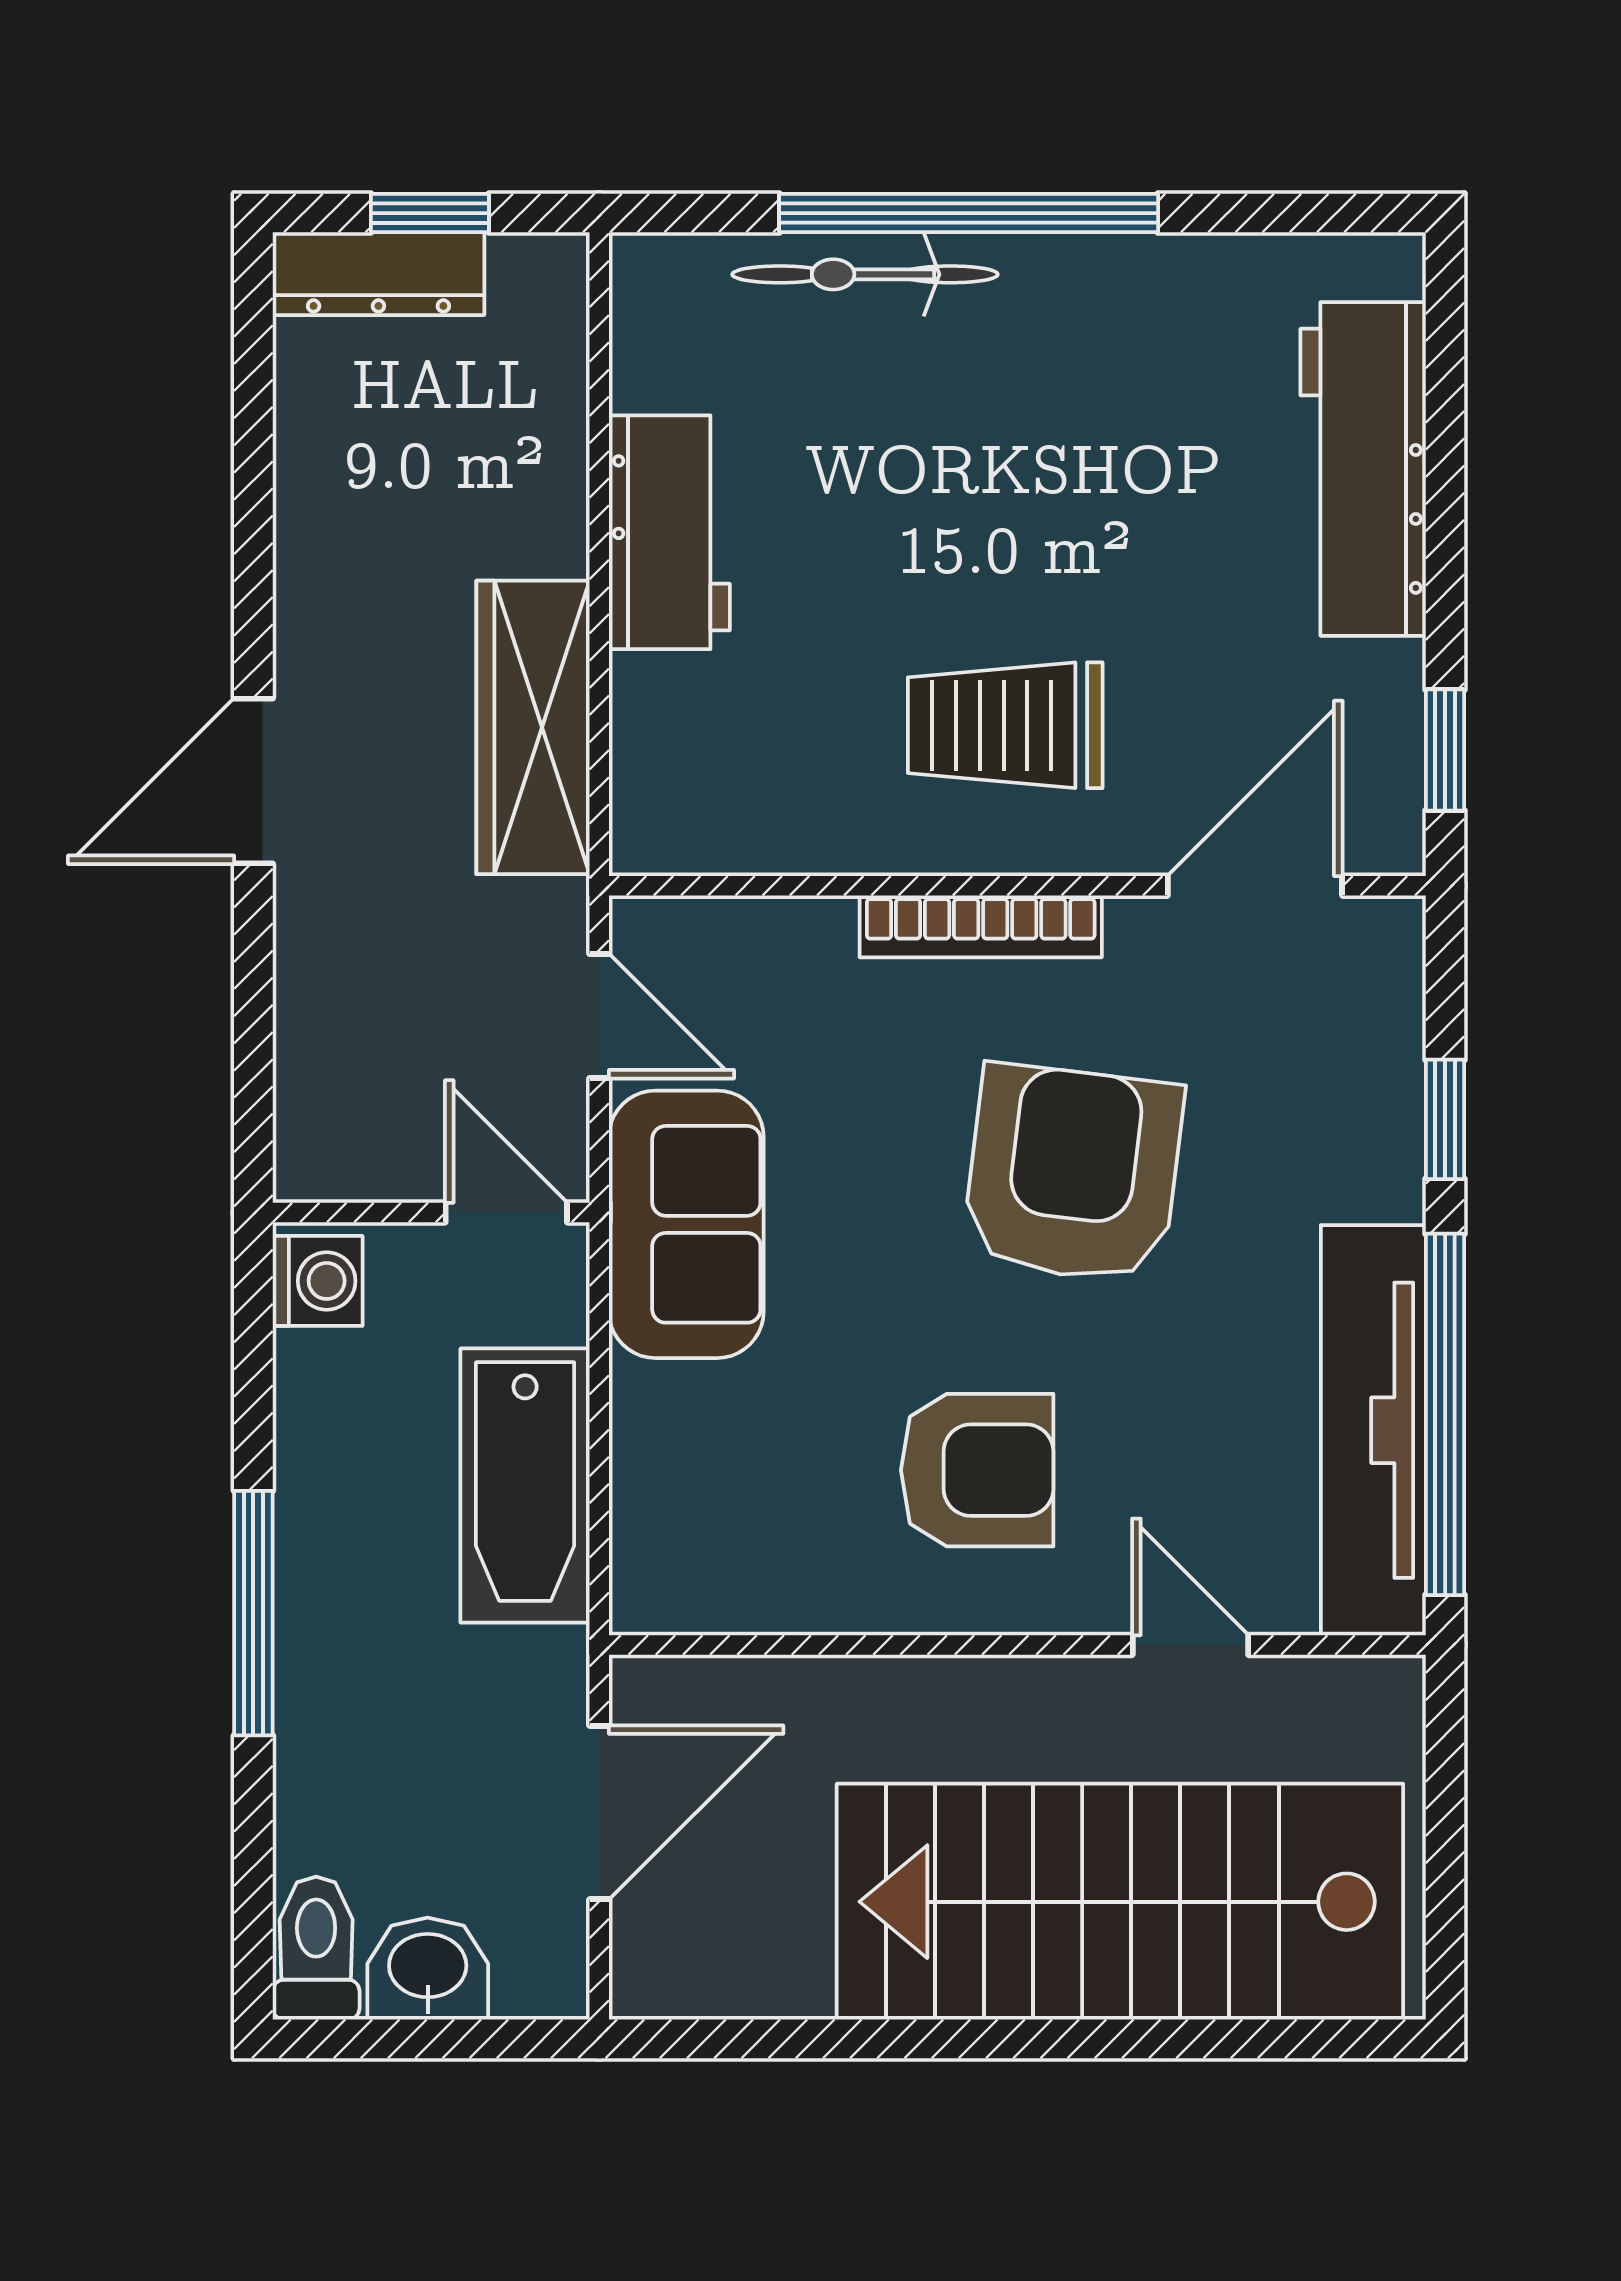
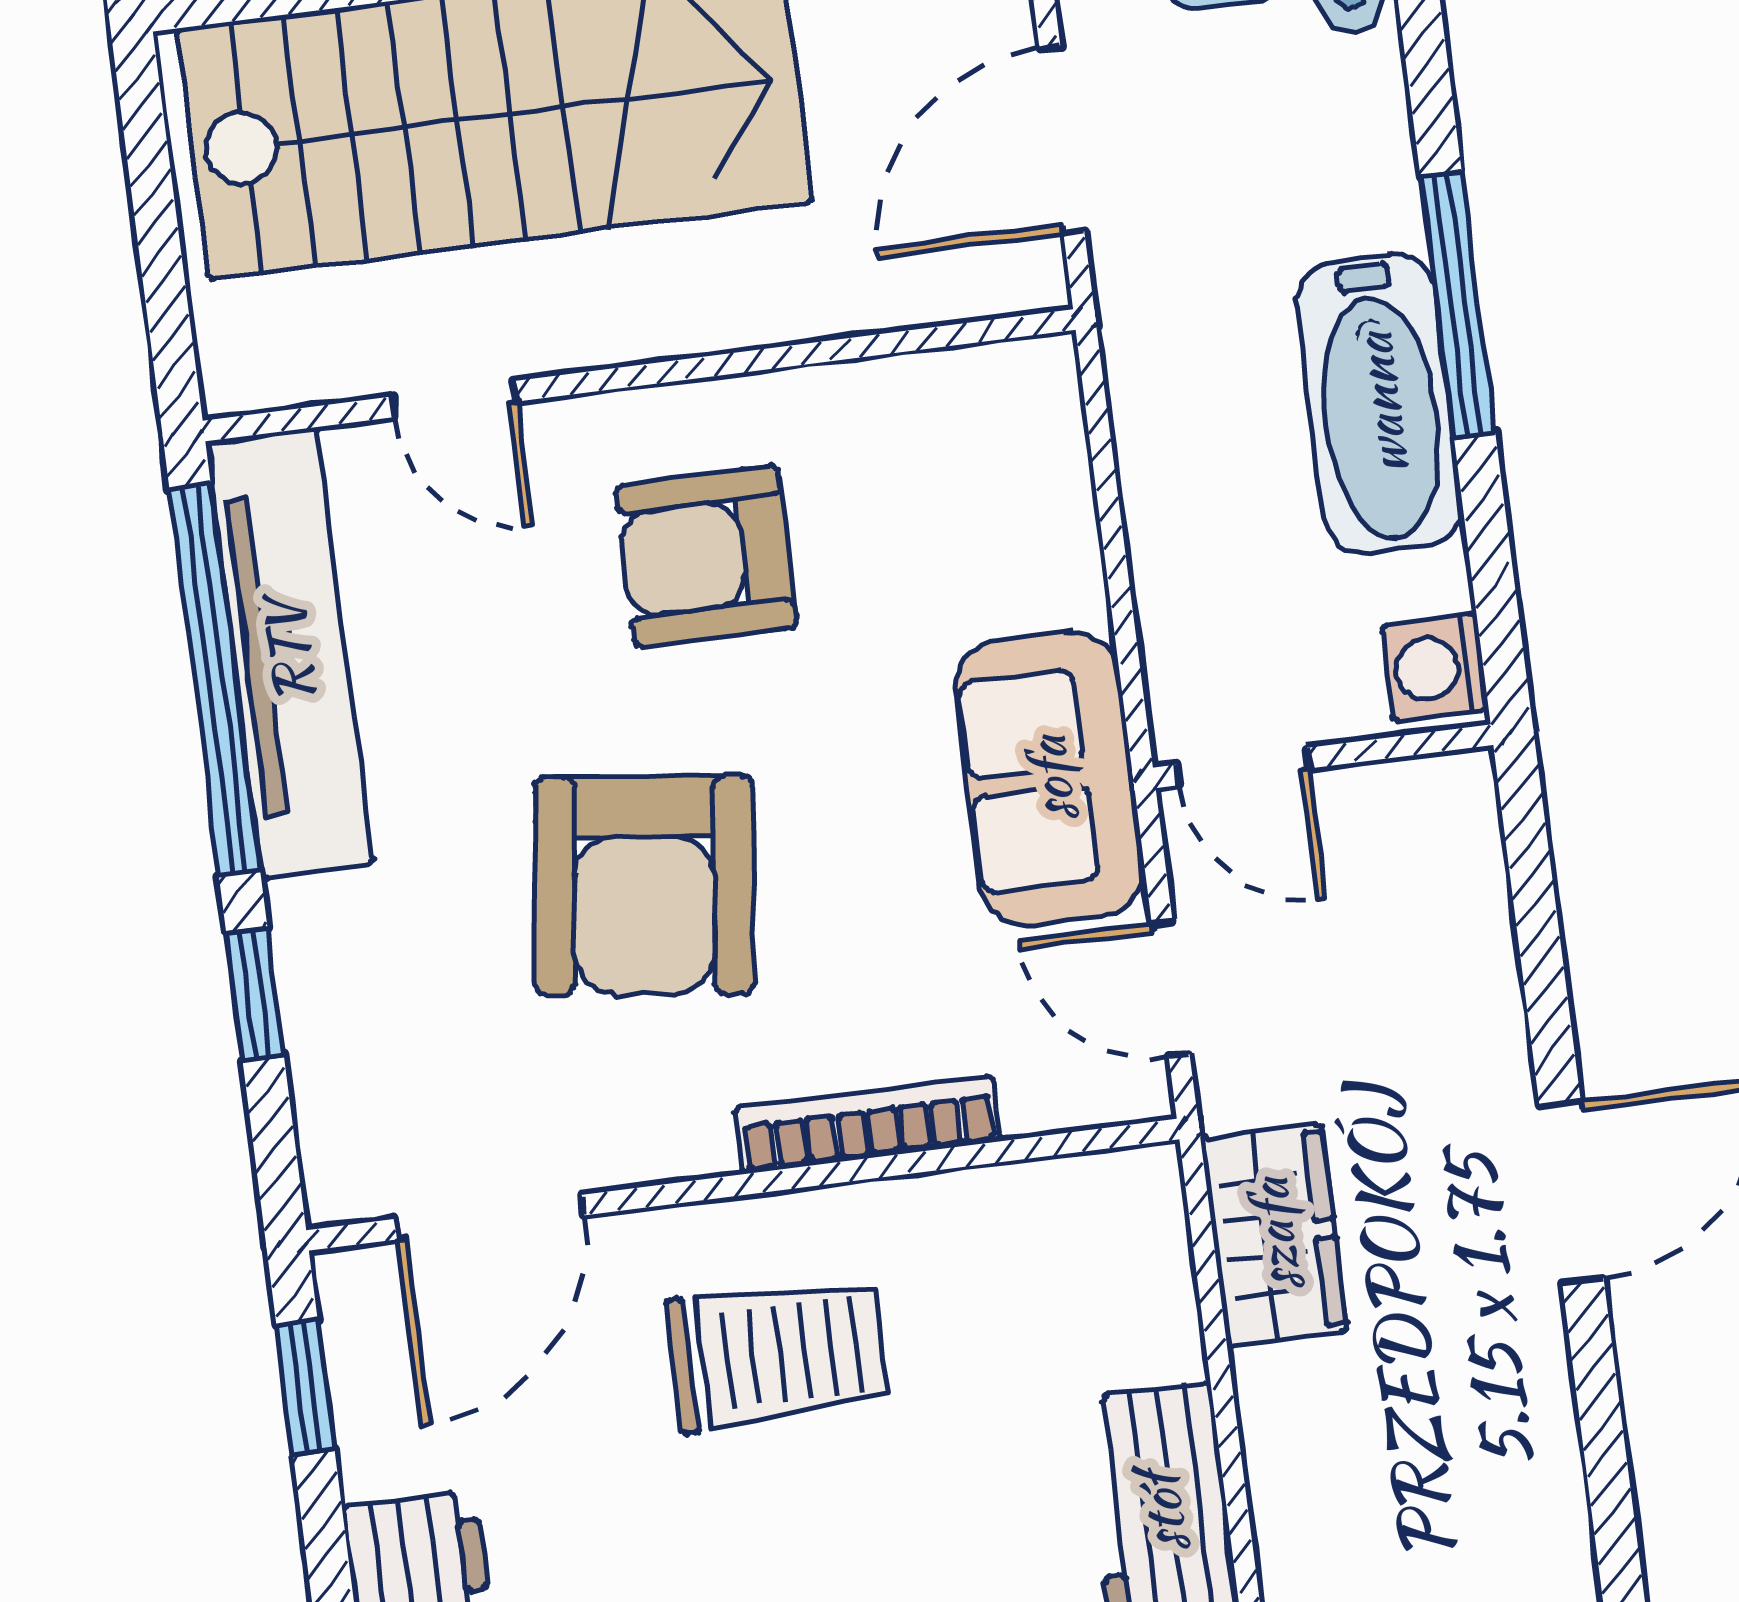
wardrobe: (533, 727) -> (1274, 1235), width x0.67
bookcase: (981, 926) -> (867, 1125), moved
bathtub: (525, 1486) -> (1380, 404), moved, turned 180

